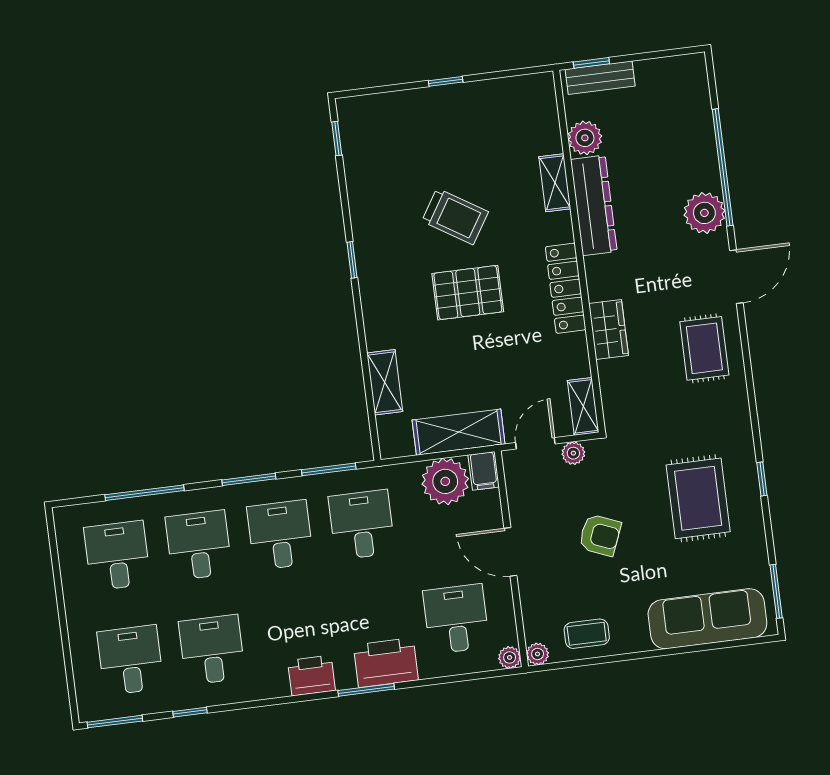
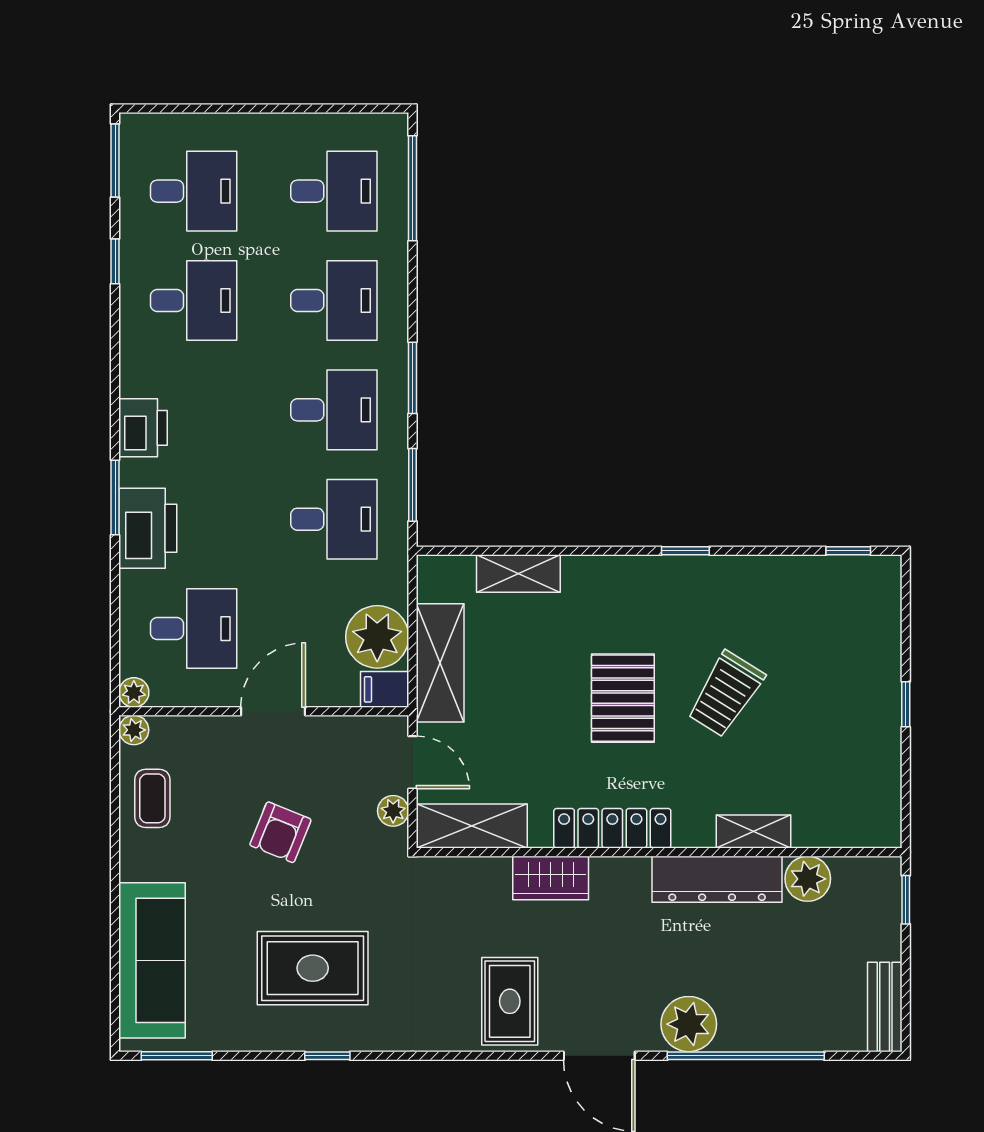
bench: (600, 78) -> (885, 1007), moved
rug: (704, 348) -> (510, 1001), turned 90
shelving: (583, 406) -> (472, 826), width x1.50, depth x1.33
window: (144, 493) -> (413, 188), moved

